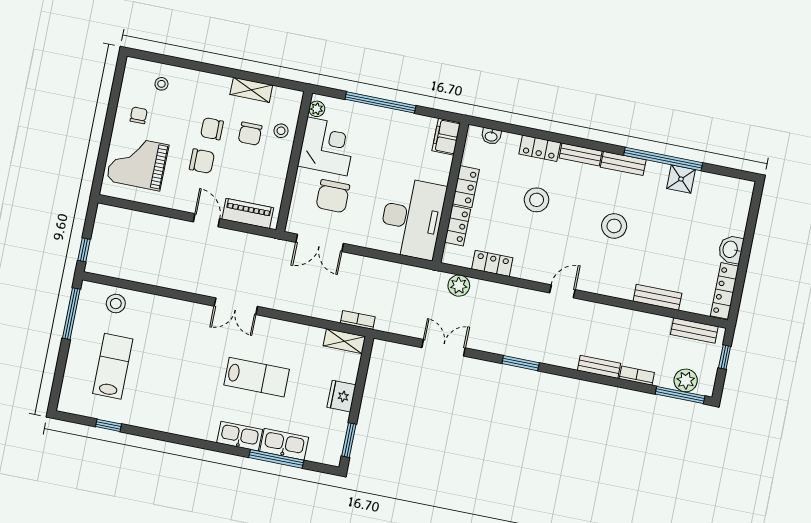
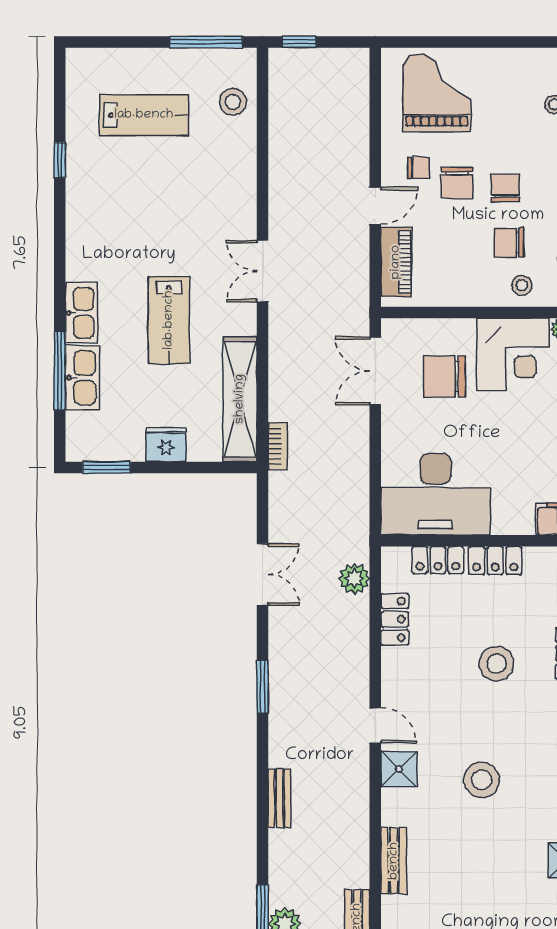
chair: (139, 115) -> (418, 168), moved
shower: (595, 281) -> (399, 769), added
shelving: (344, 341) -> (240, 399), width x2.20, depth x1.33
bookcase: (637, 376) -> (278, 854), removed
window: (108, 425) -> (60, 160), moved

